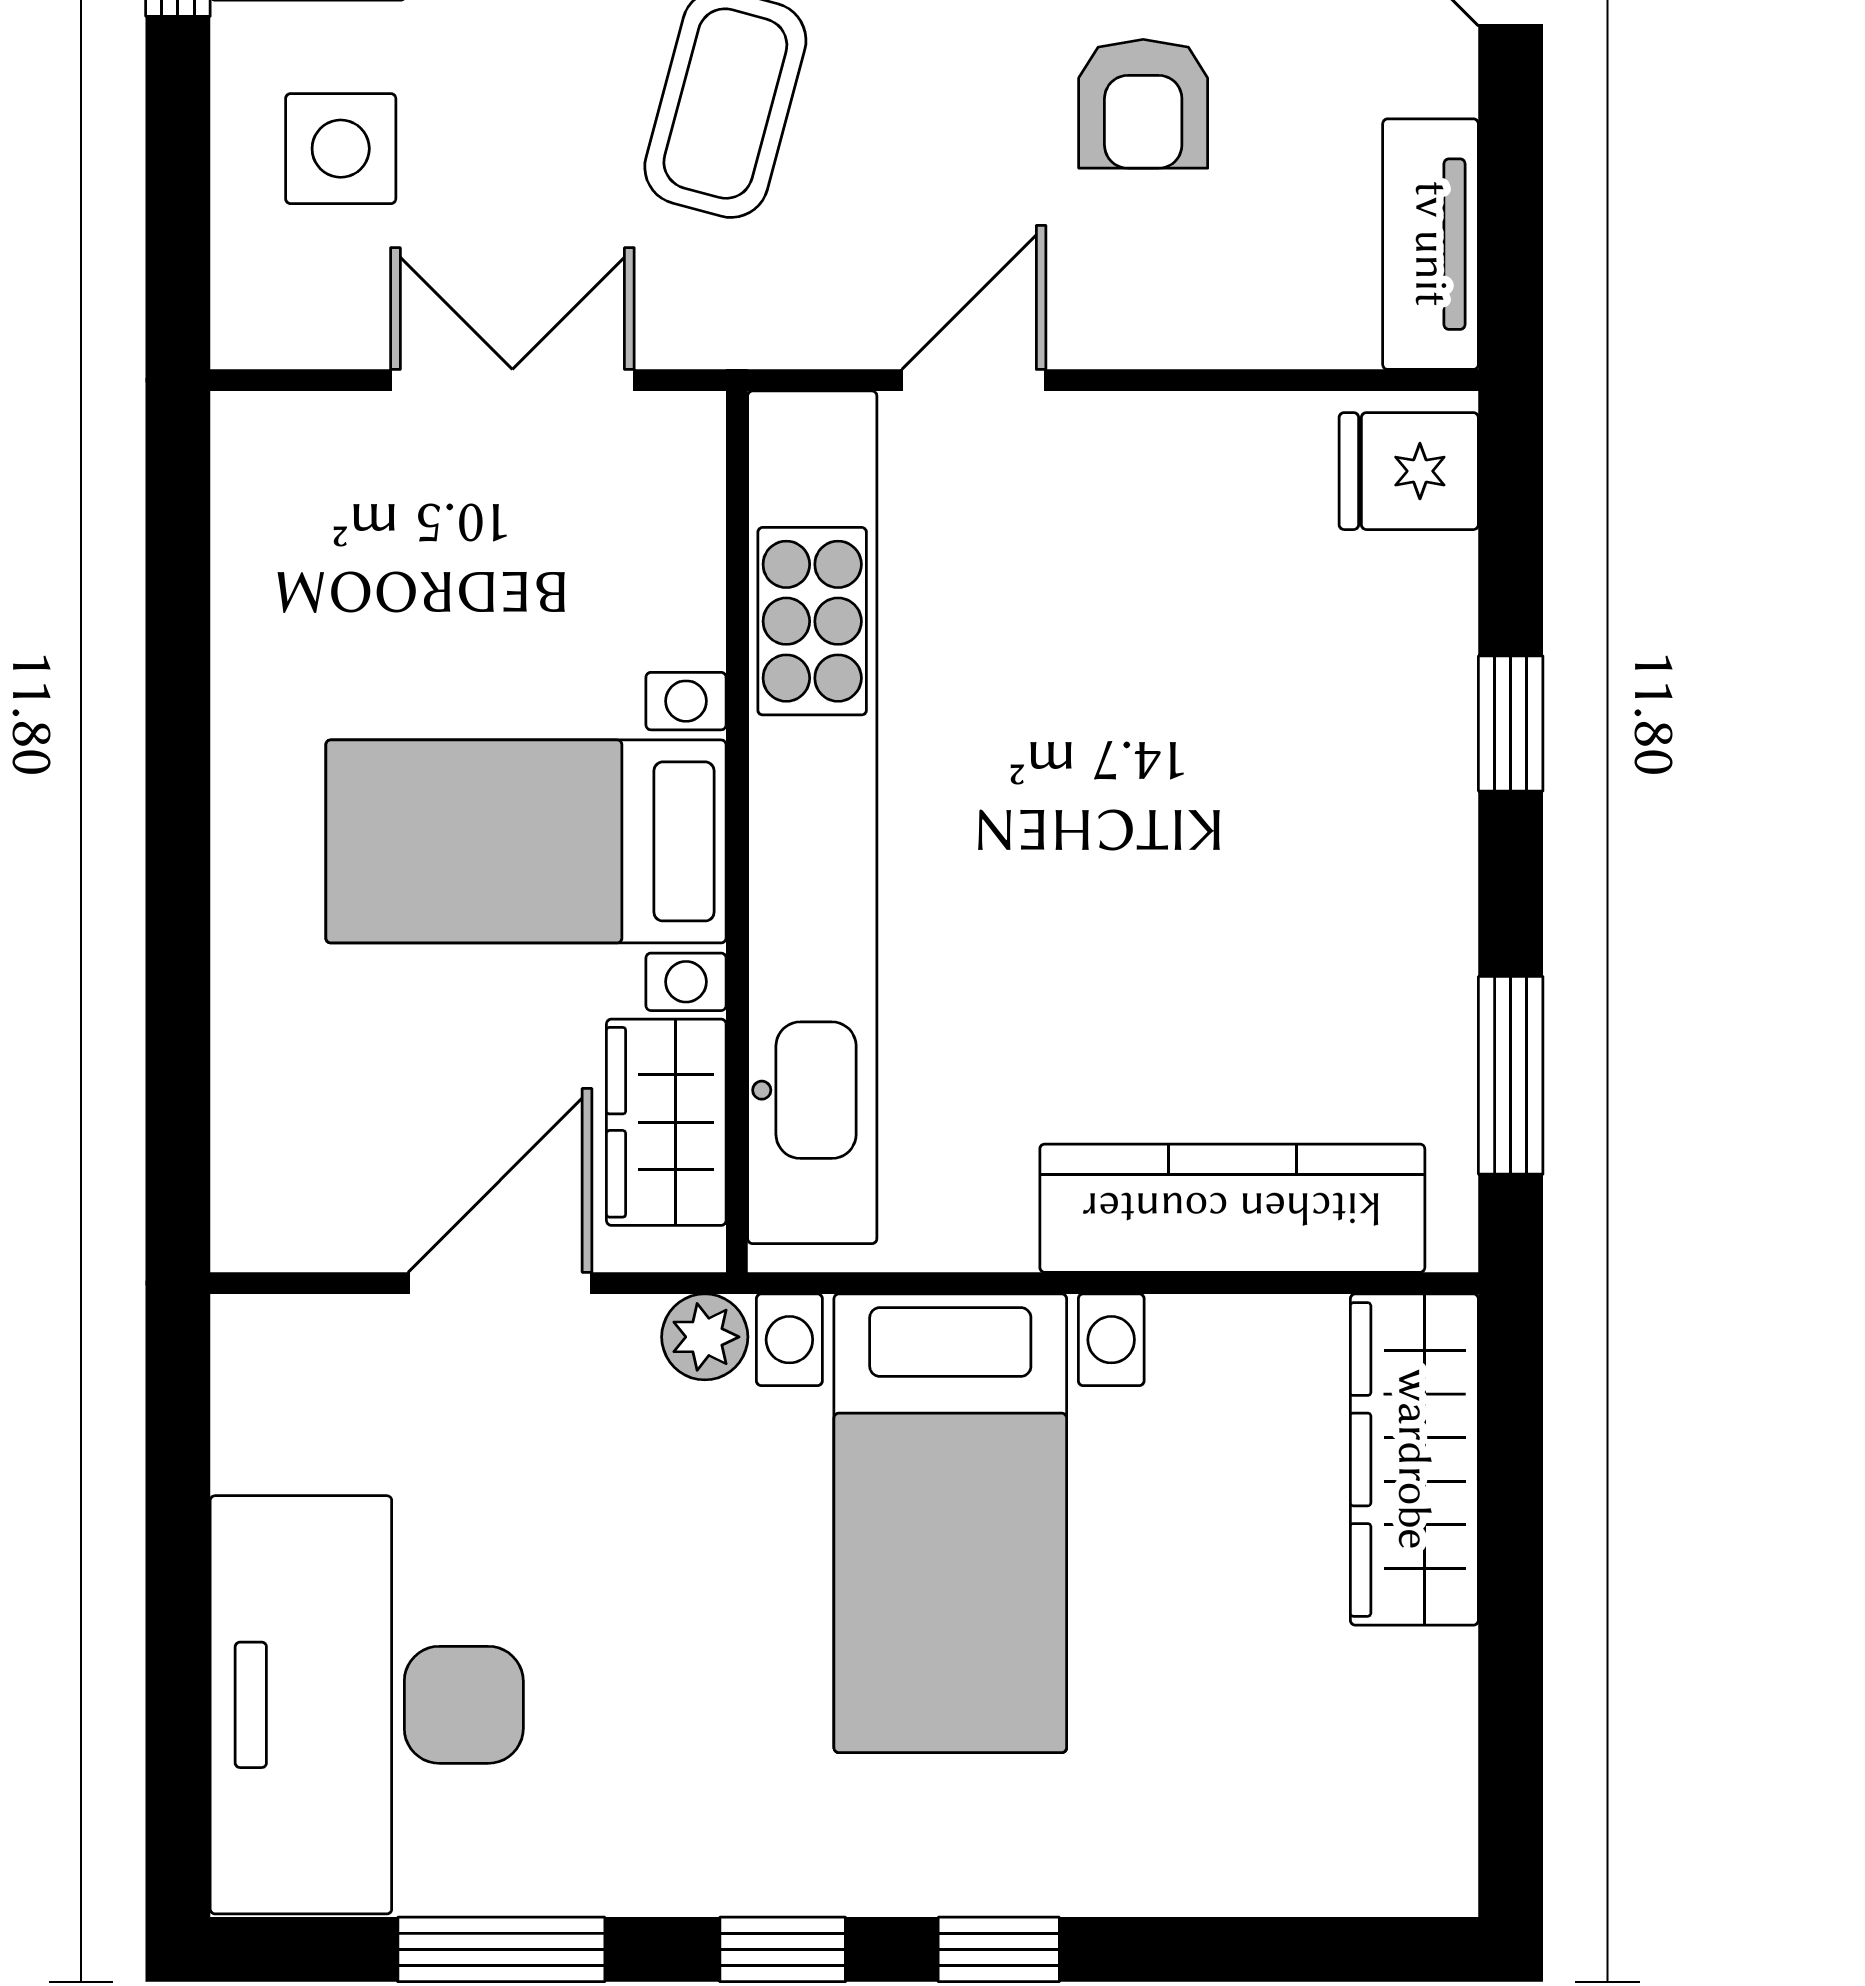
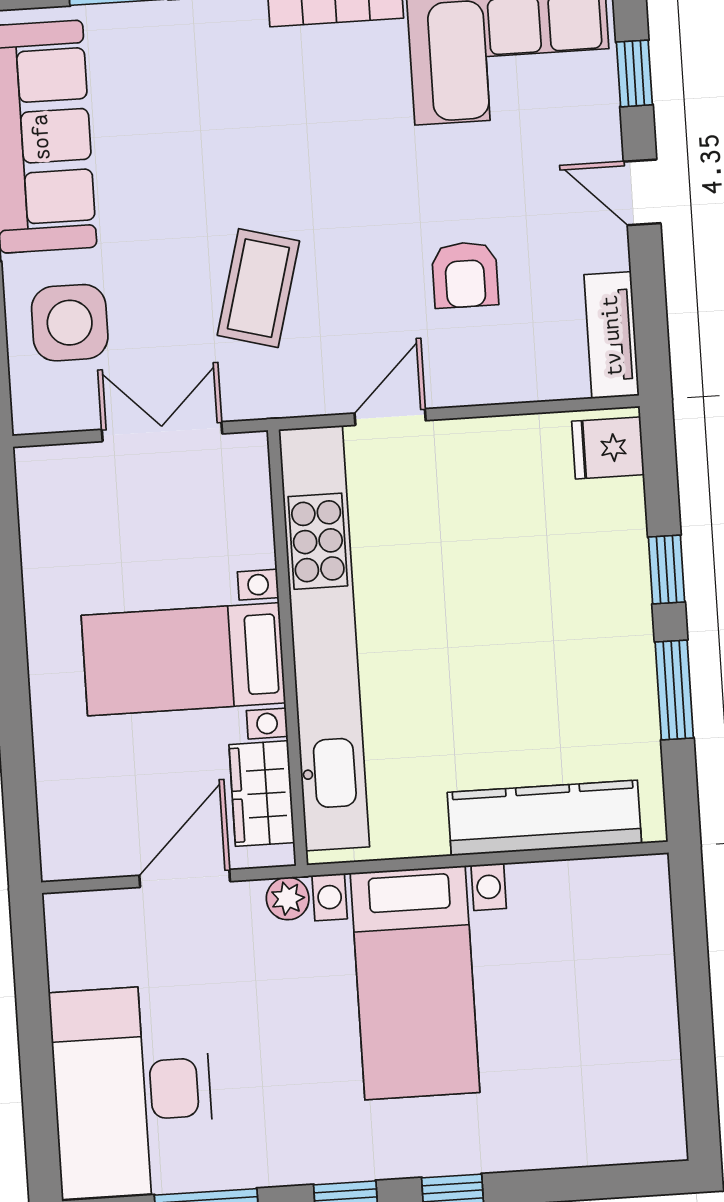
side table: (341, 149) -> (70, 323), width x1.37, depth x1.37
window: (1511, 1075) -> (674, 690), moved
wardrobe: (1414, 1459) -> (642, 936), removed

